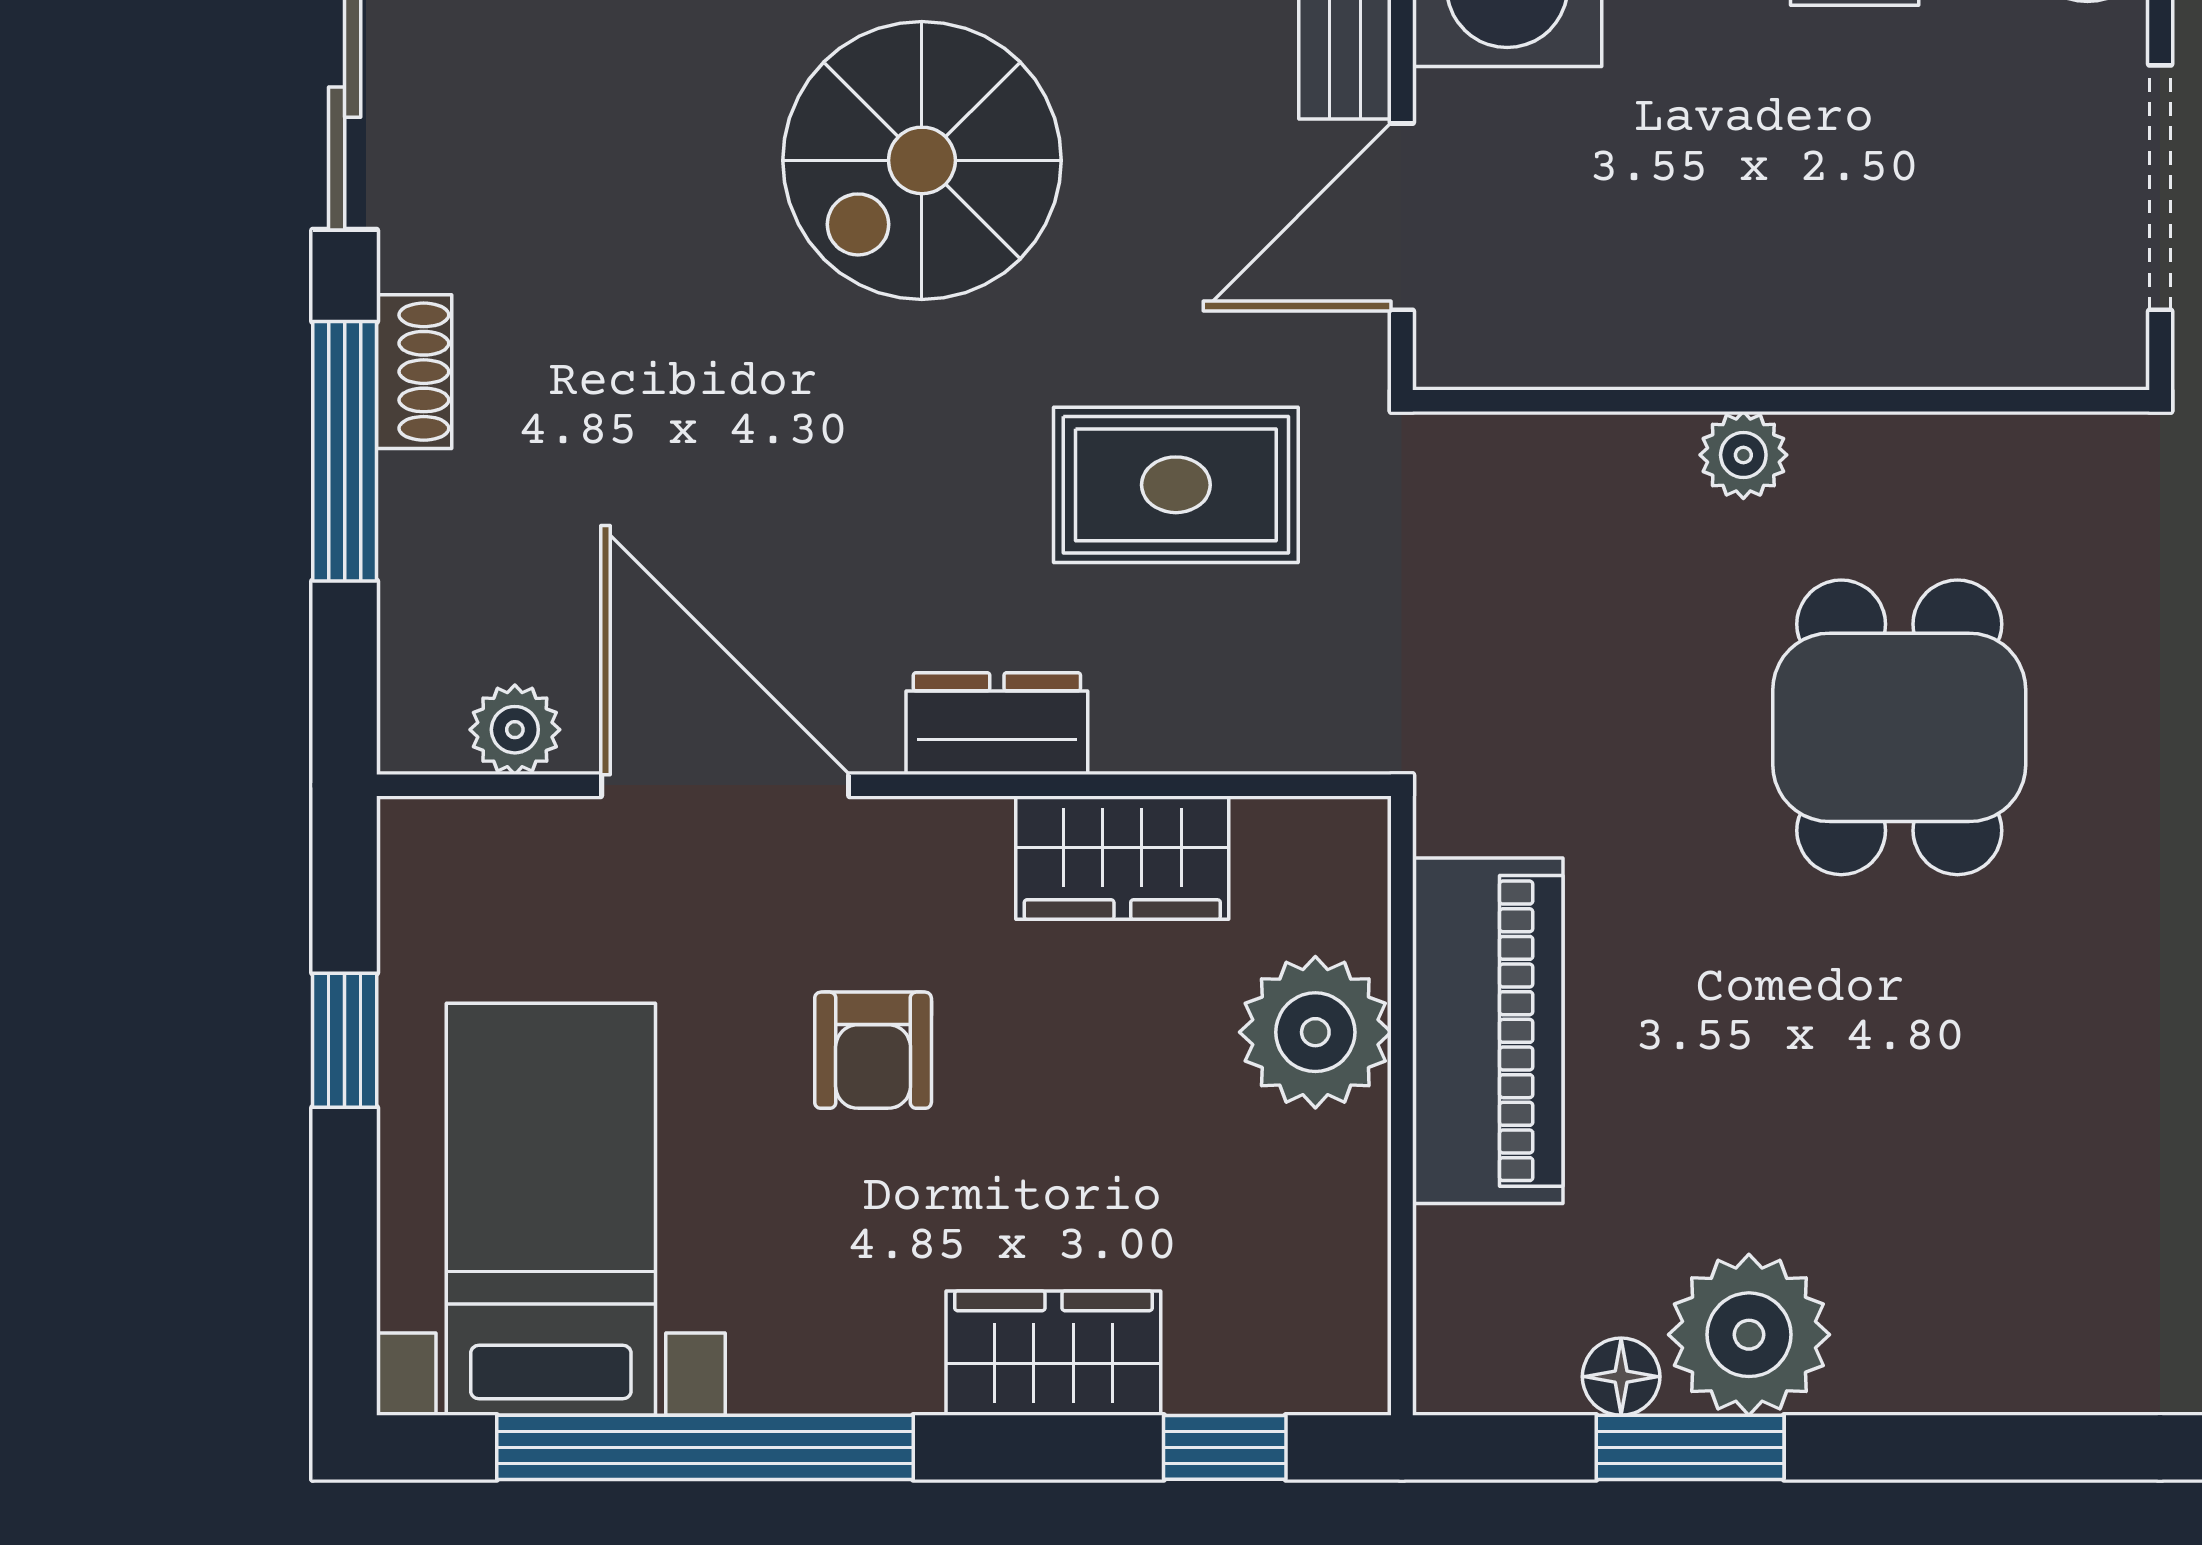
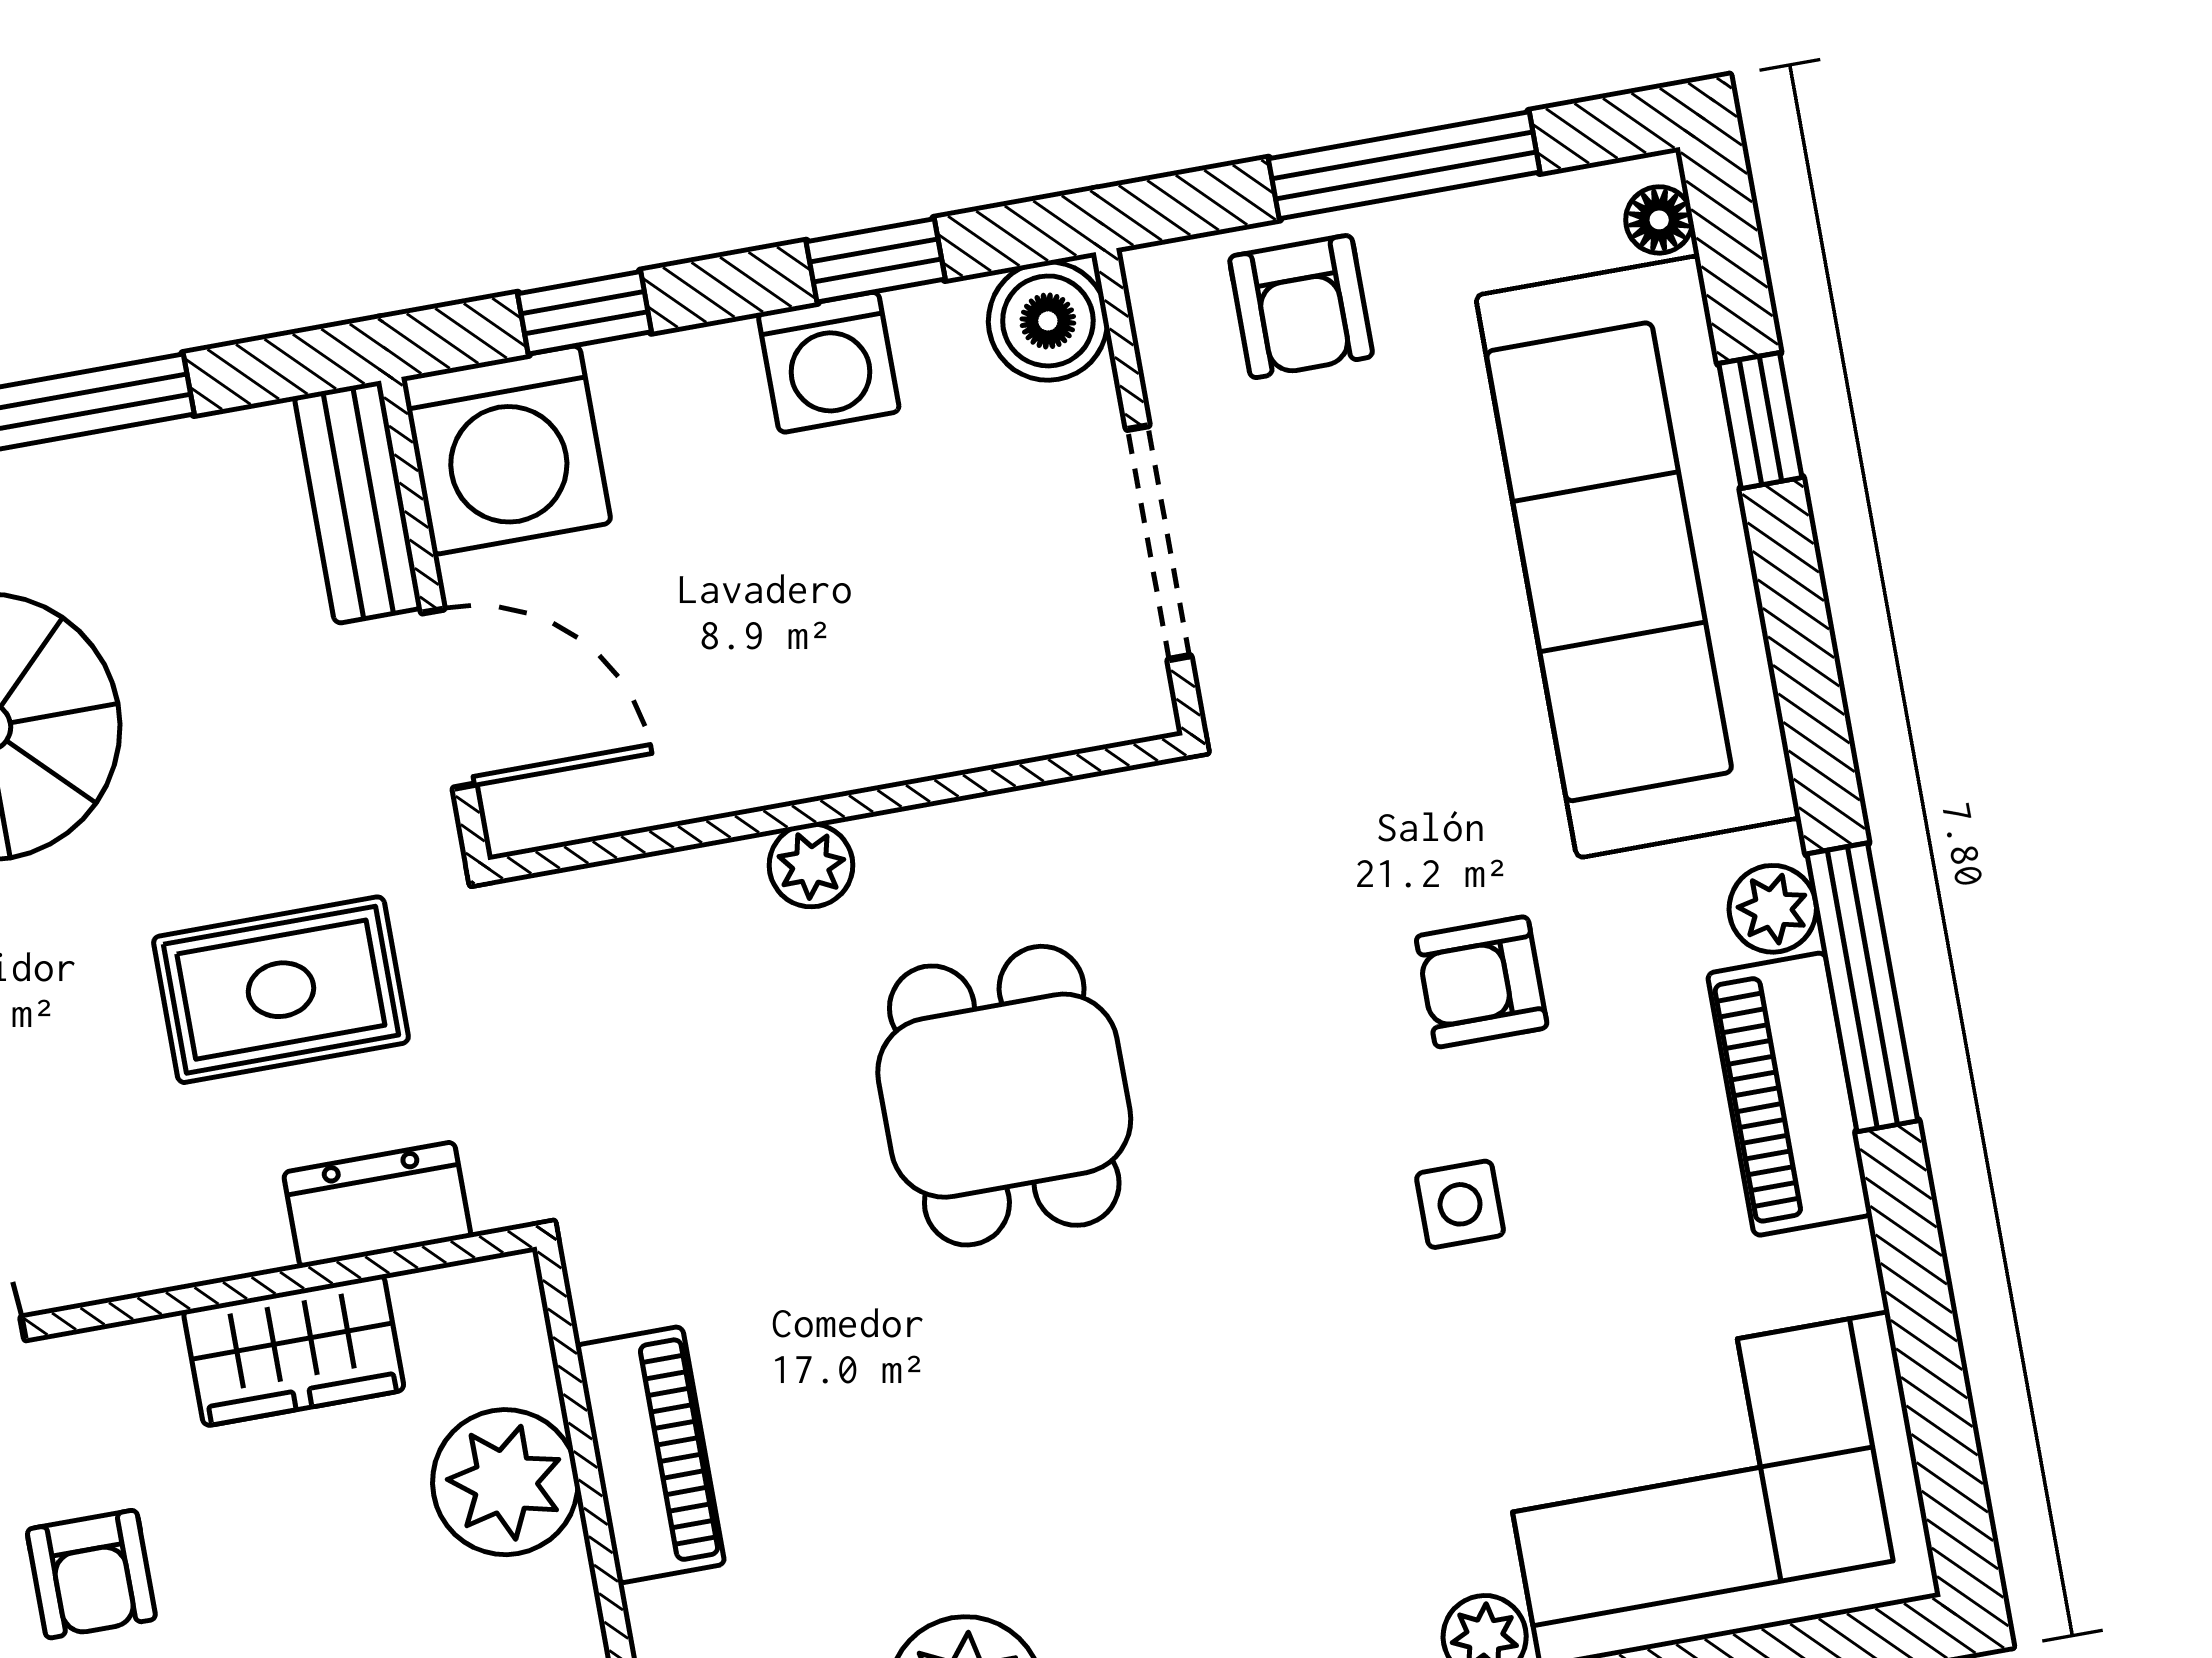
door: (1402, 217) -> (449, 699), swing flipped
dresser: (997, 724) -> (377, 1205), moved
piano: (1488, 1031) -> (650, 1455), width x0.73, depth x0.75

